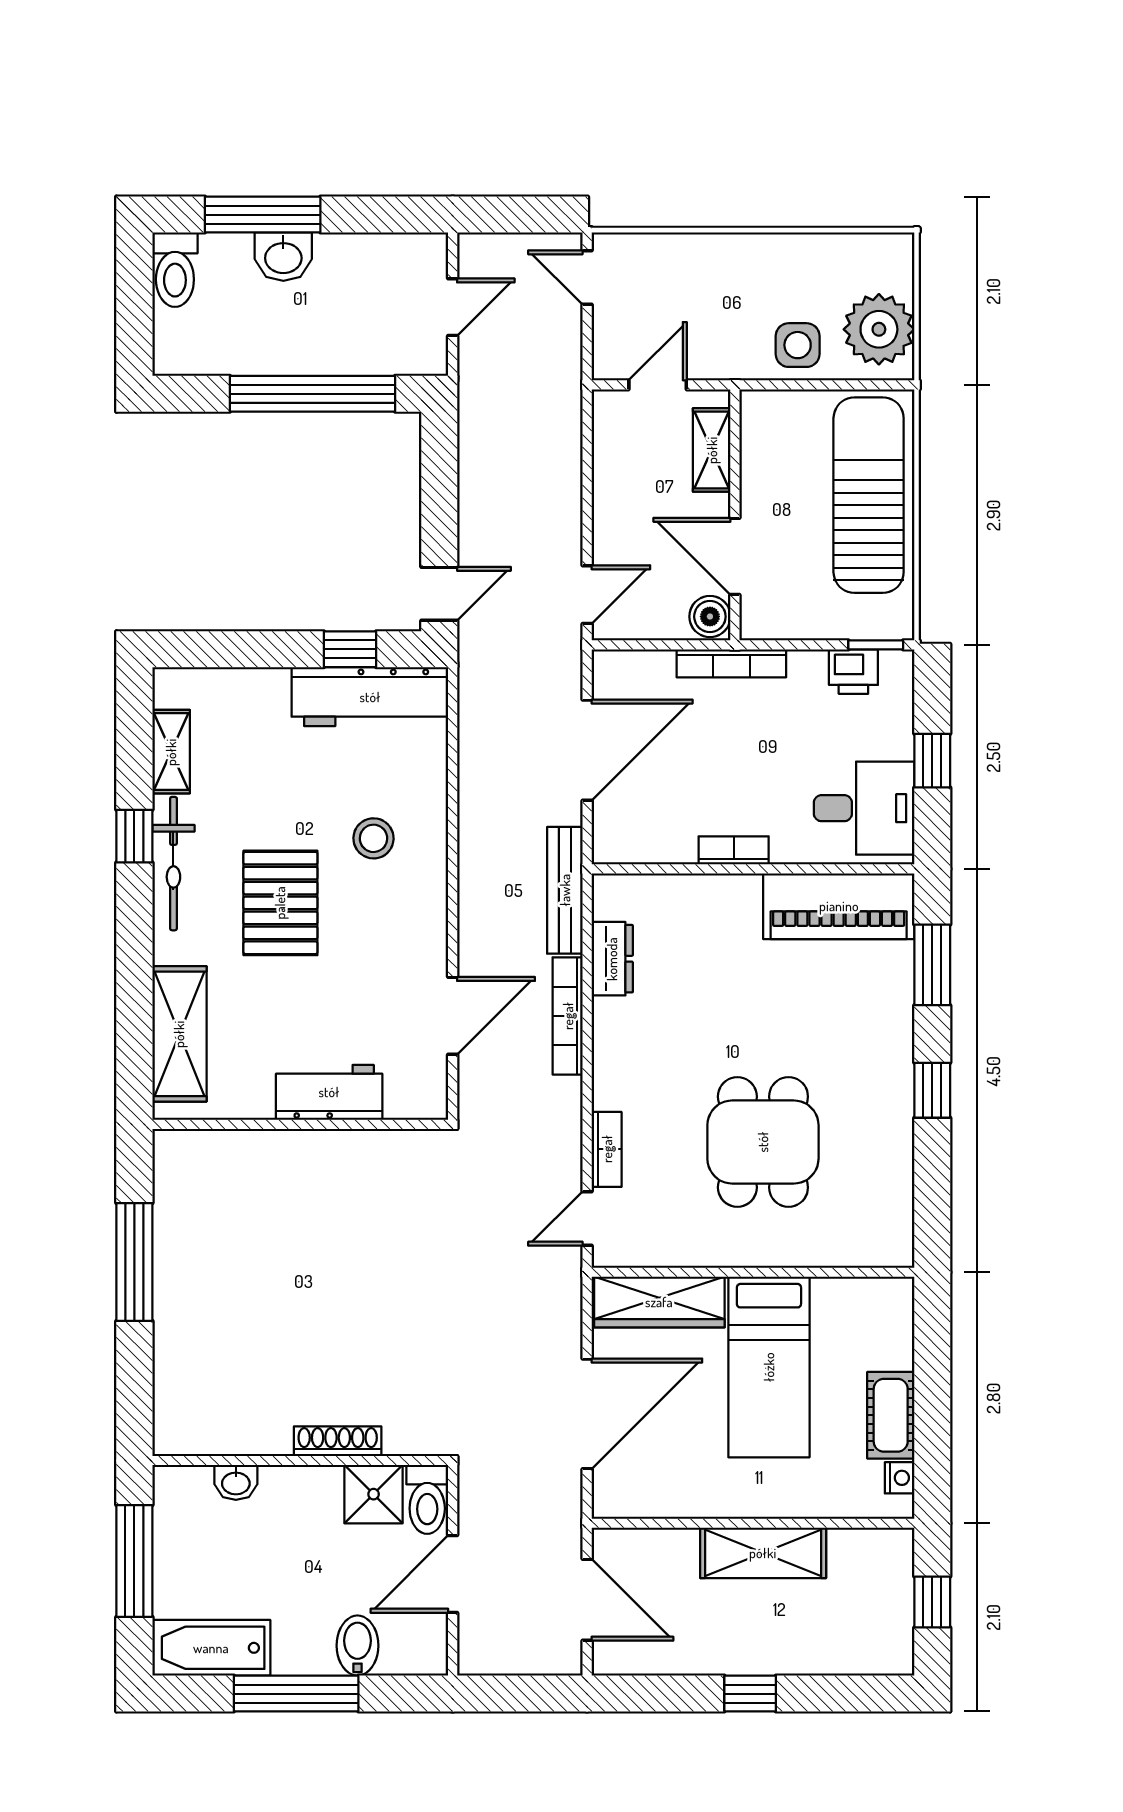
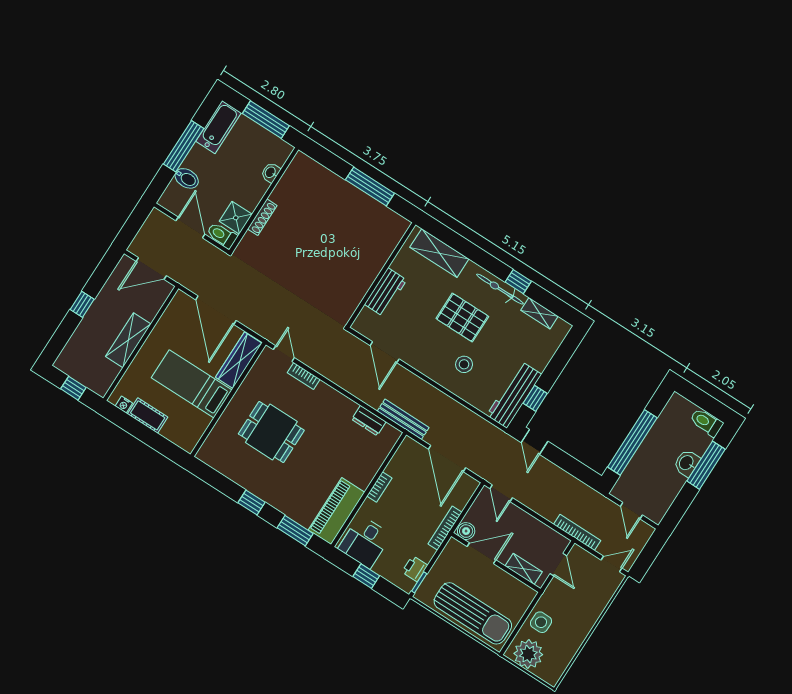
bookcase: (568, 1016) -> (577, 532), moved

